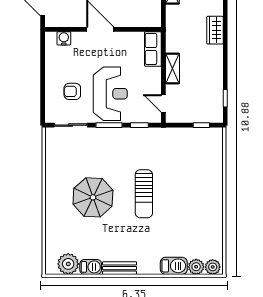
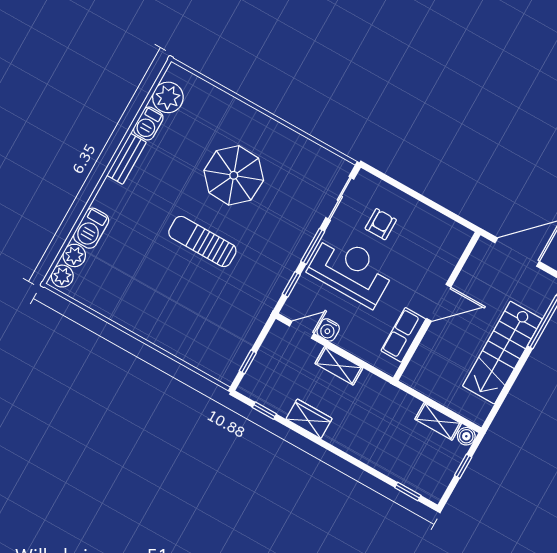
wardrobe: (215, 30) -> (309, 419), moved
water cooler: (64, 38) -> (328, 330), moved, turned 90
row of seats: (153, 49) -> (403, 335), moved, turned -90
reception desk: (110, 94) -> (351, 270), turned 180

